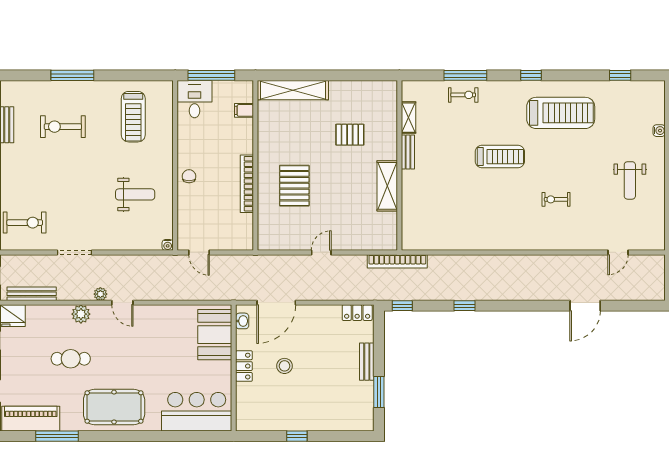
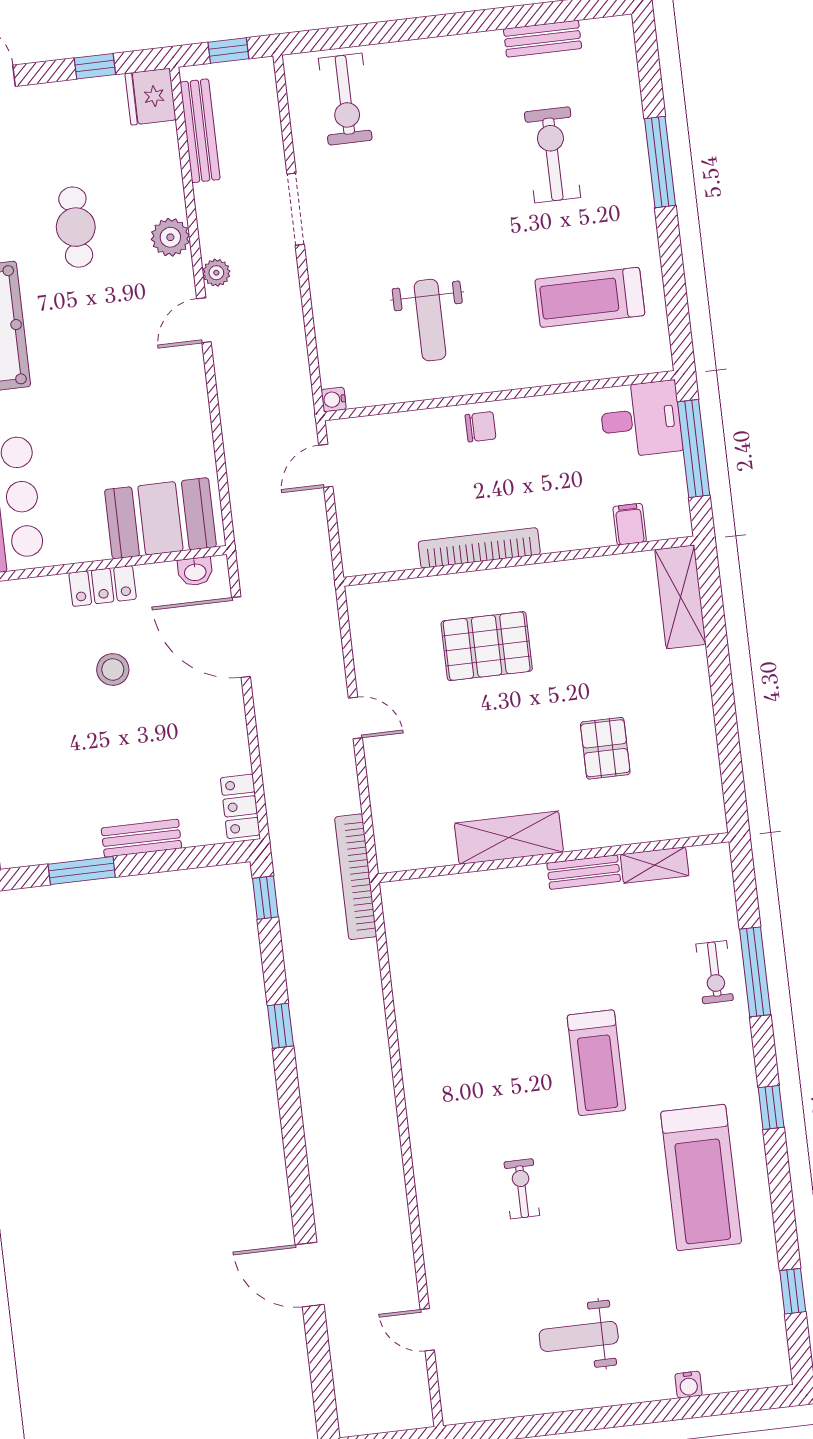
shelving: (293, 90) -> (680, 597), width x0.68

